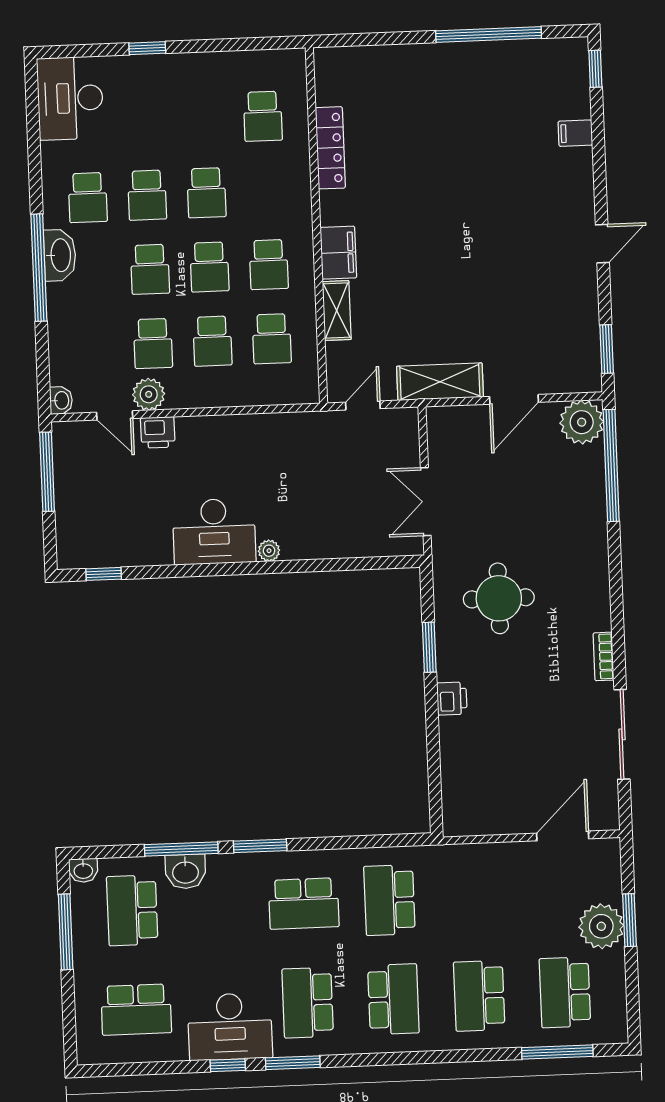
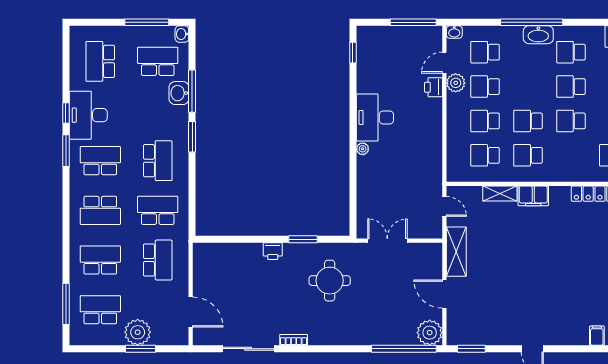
school desk: (150, 269) -> (485, 52), moved
school desk: (475, 897) -> (158, 260), added
school desk: (304, 903) -> (158, 161), turned 180

